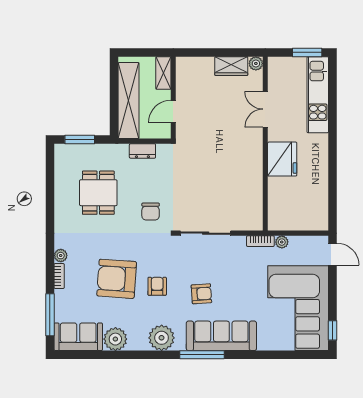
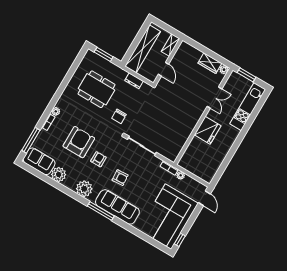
window: (307, 52) -> (246, 75), moved
double door: (265, 109) -> (214, 98), swing flipped
door: (173, 112) -> (163, 69), swing flipped
dining table: (98, 193) -> (96, 89), width x1.38
armchair: (117, 279) -> (79, 142), turned 86

